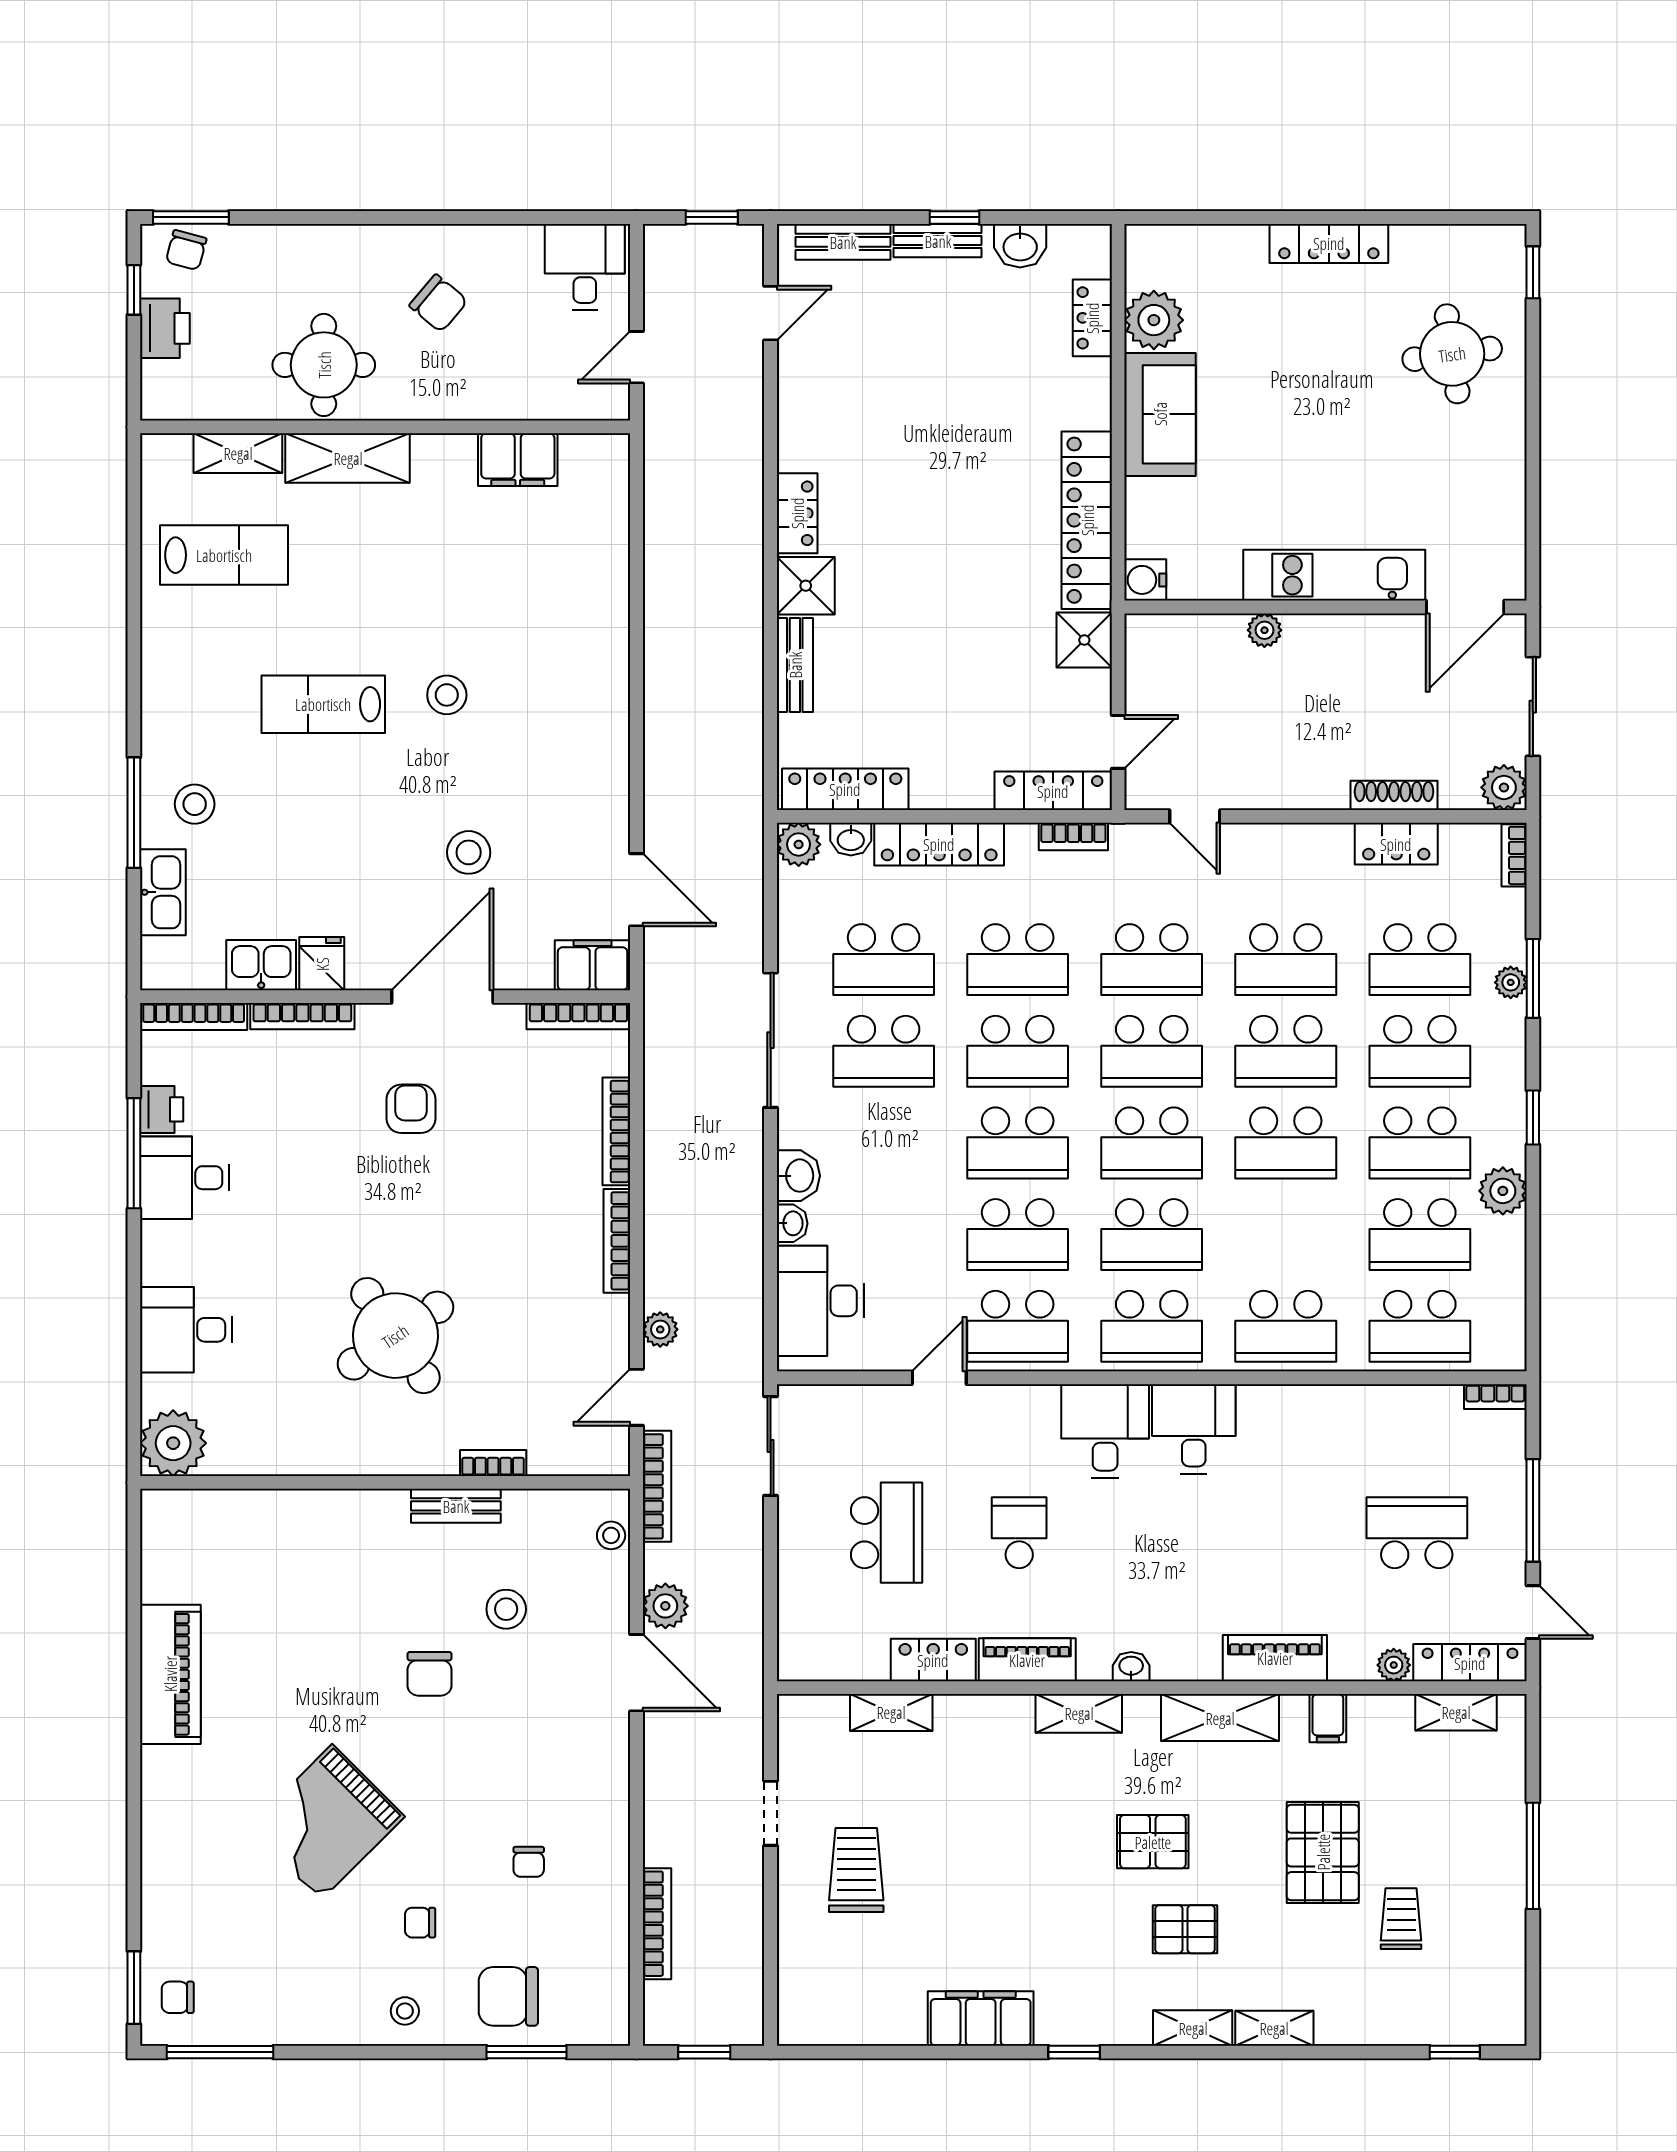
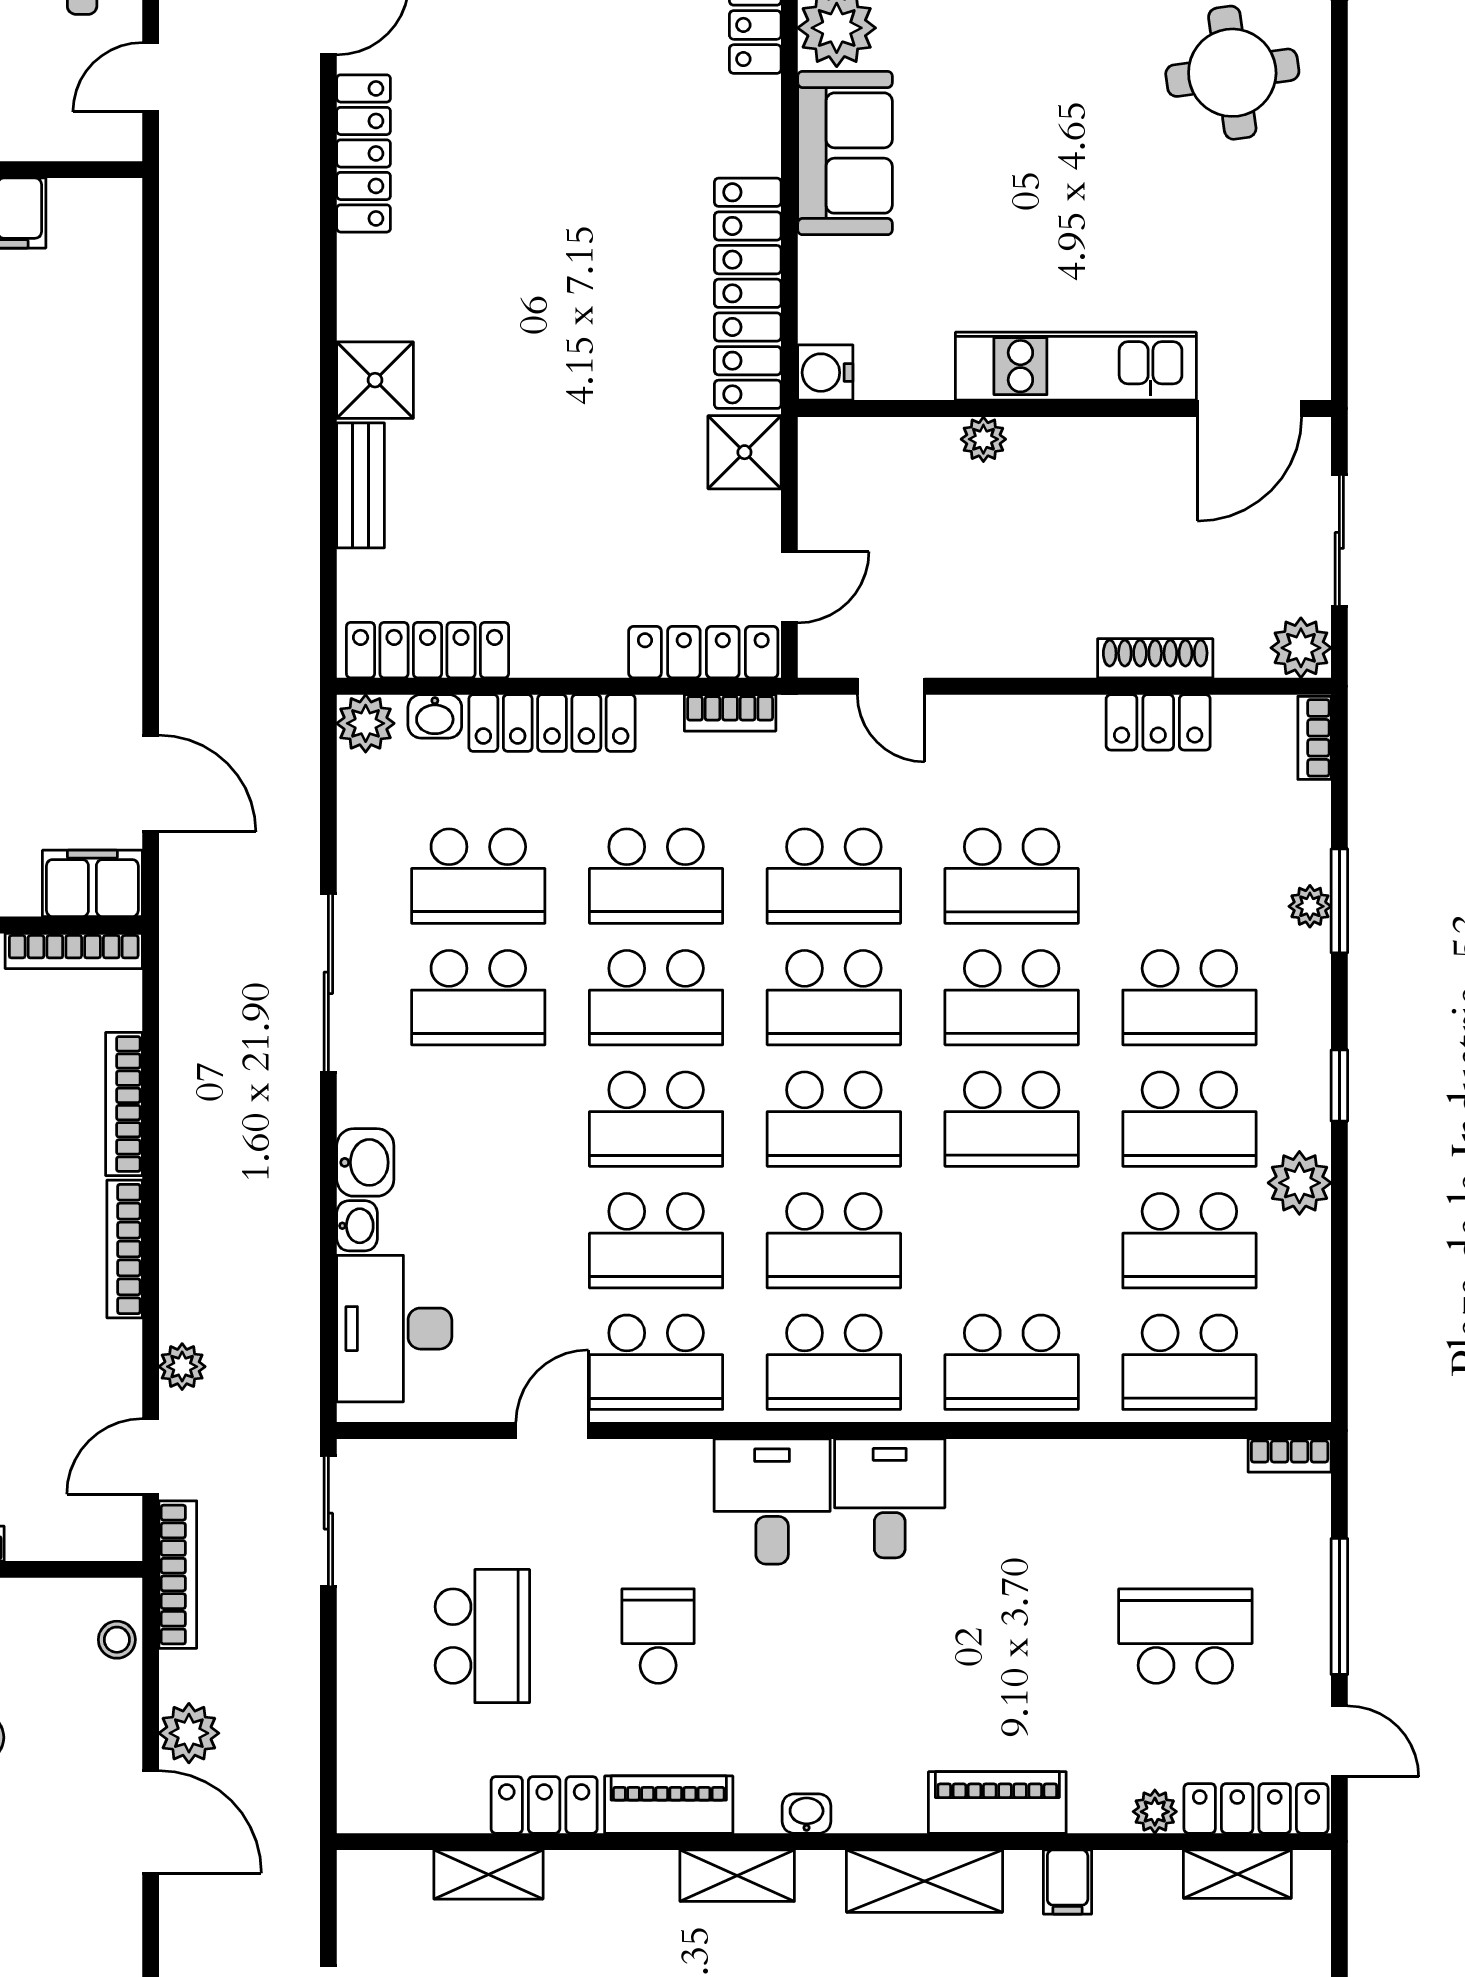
locker: (797, 513) -> (364, 153), moved, width x1.53
school desk: (1420, 960) -> (1189, 876), removed

